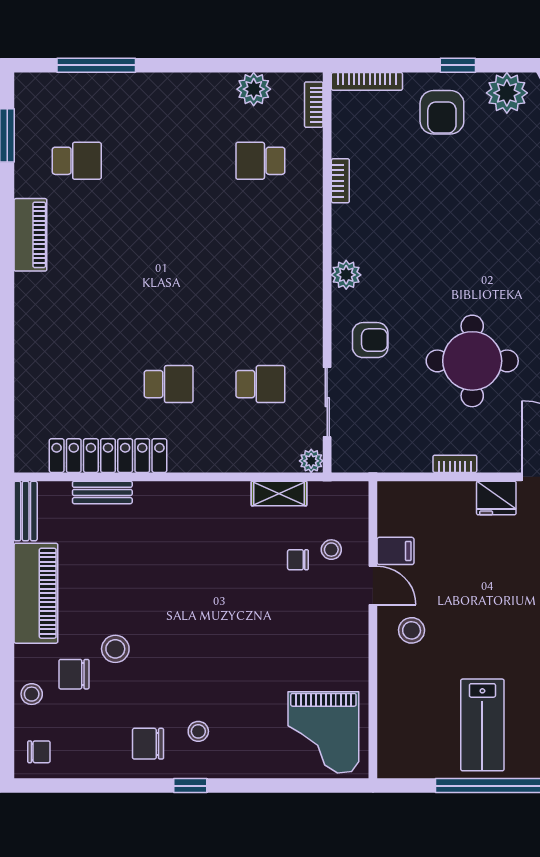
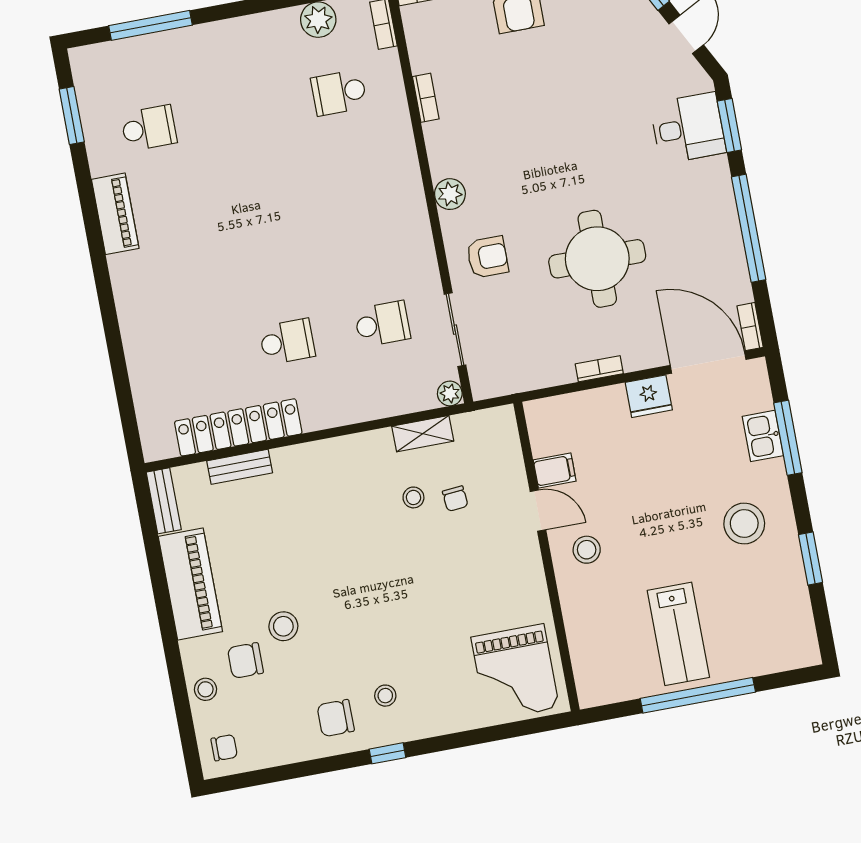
stool: (331, 550) -> (413, 497), moved
chair: (298, 560) -> (455, 499), turned -95

